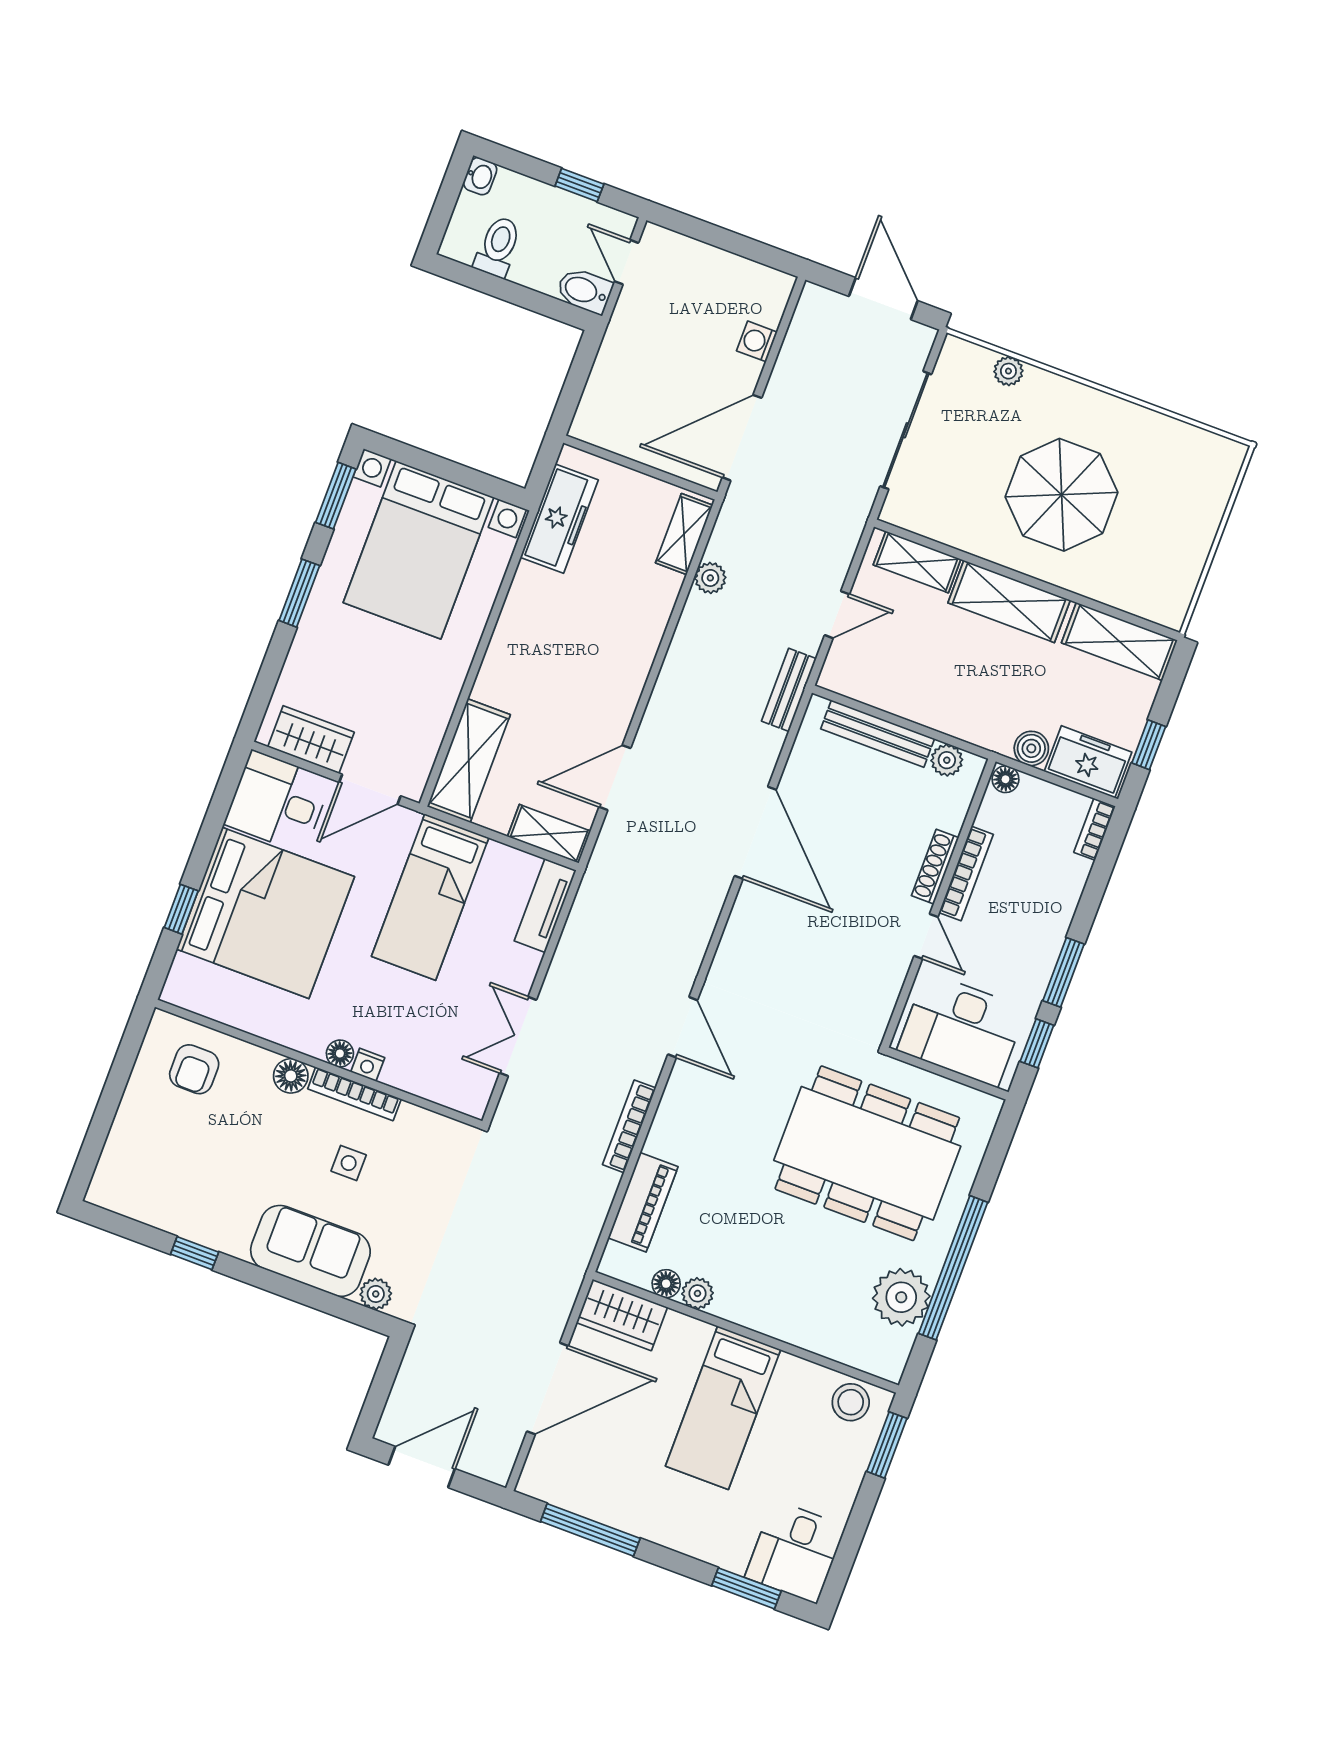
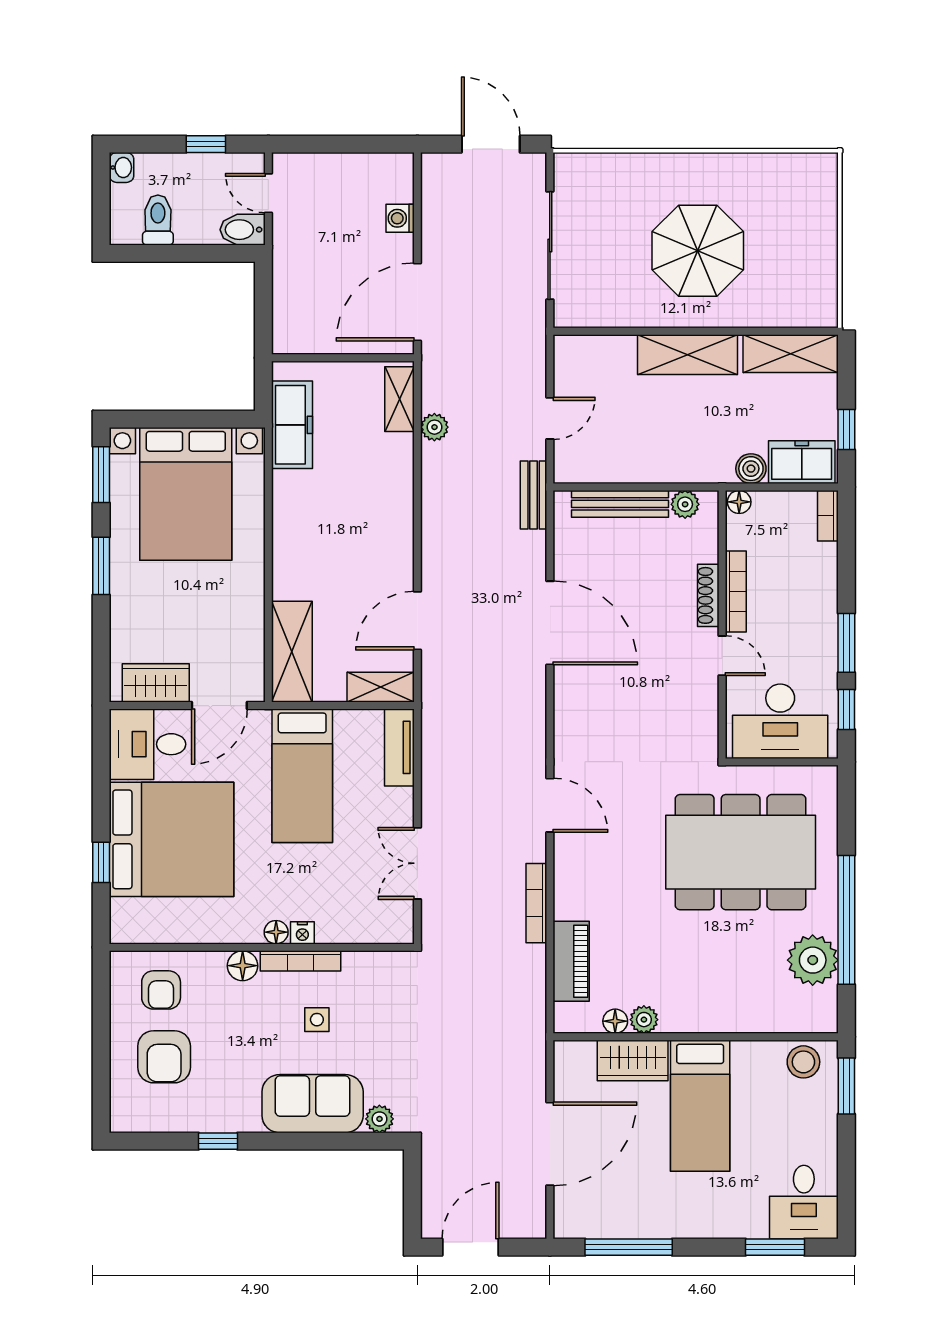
plant: (1008, 371) -> (616, 165), removed
shelving: (917, 562) -> (600, 350), removed
armchair: (171, 1142) -> (164, 1057), added
wardrobe: (622, 1315) -> (633, 1061), moved

